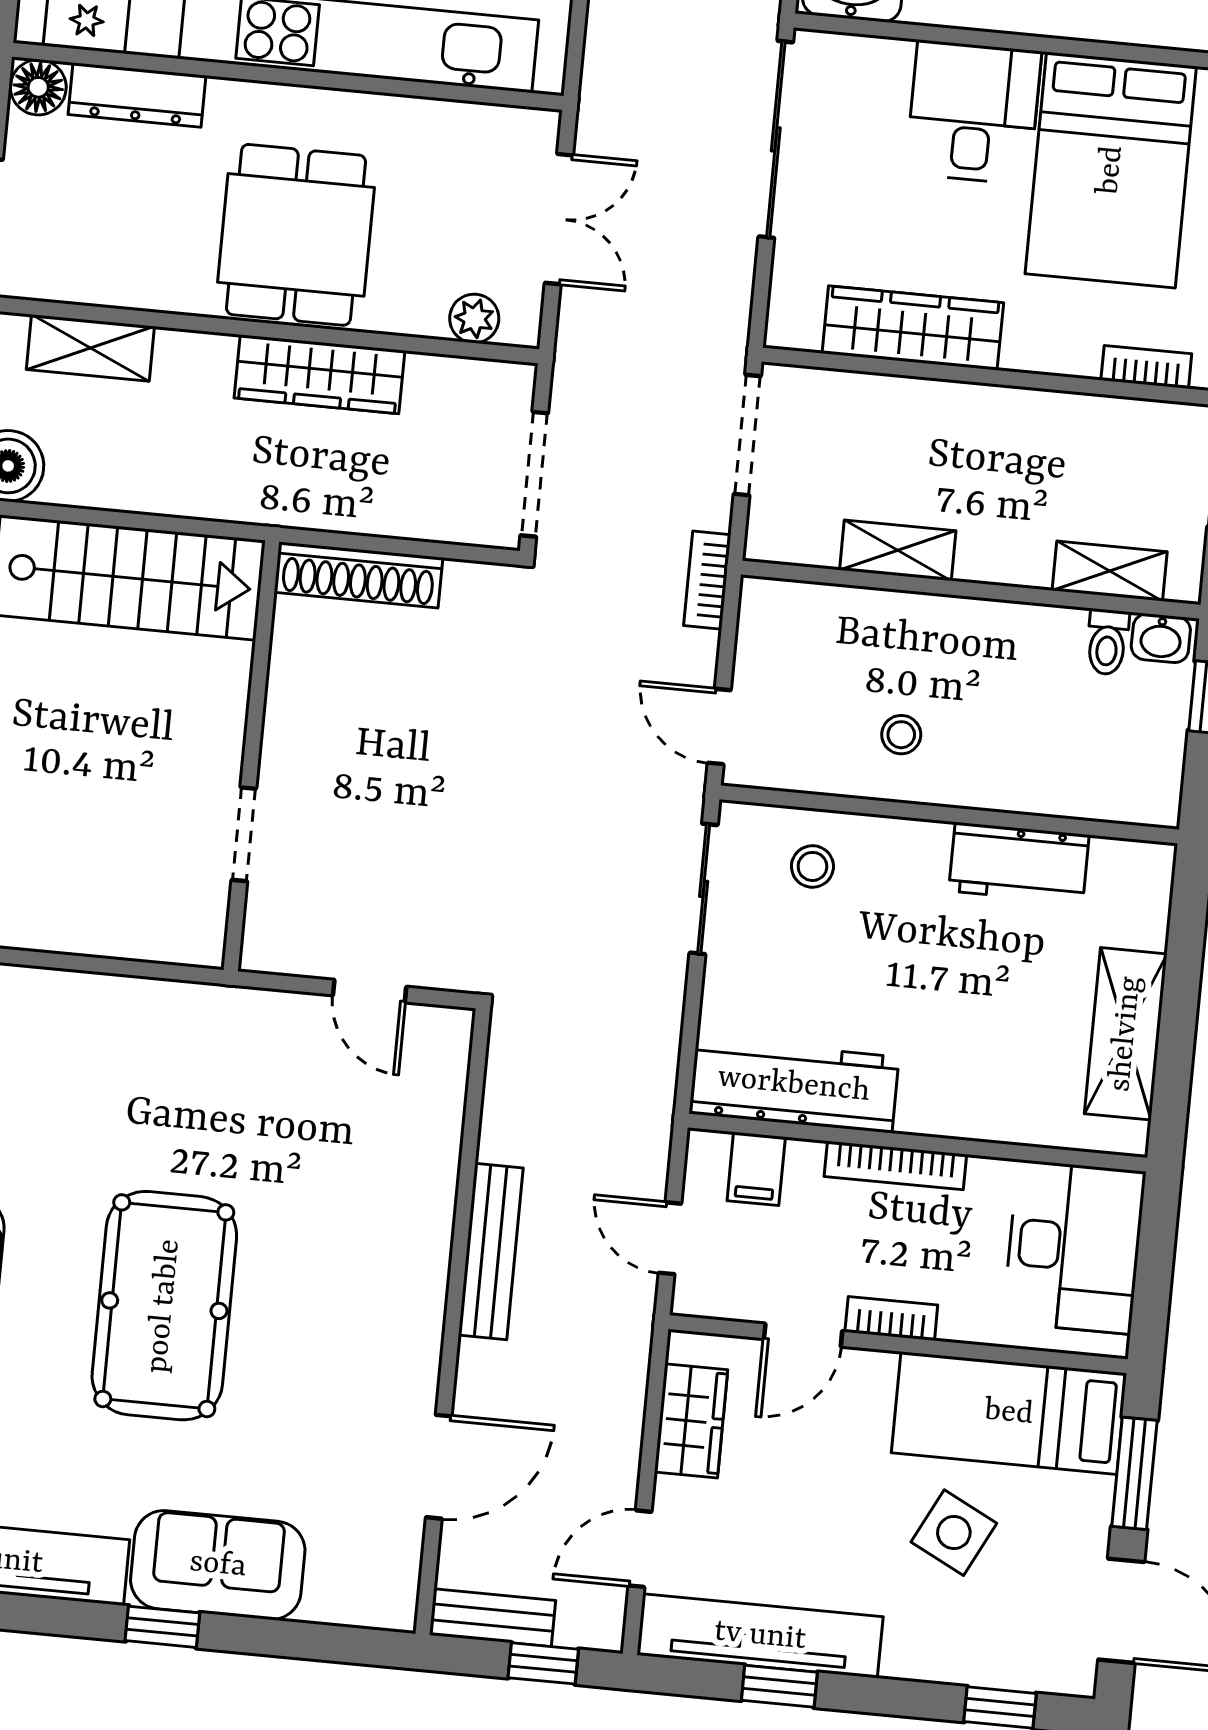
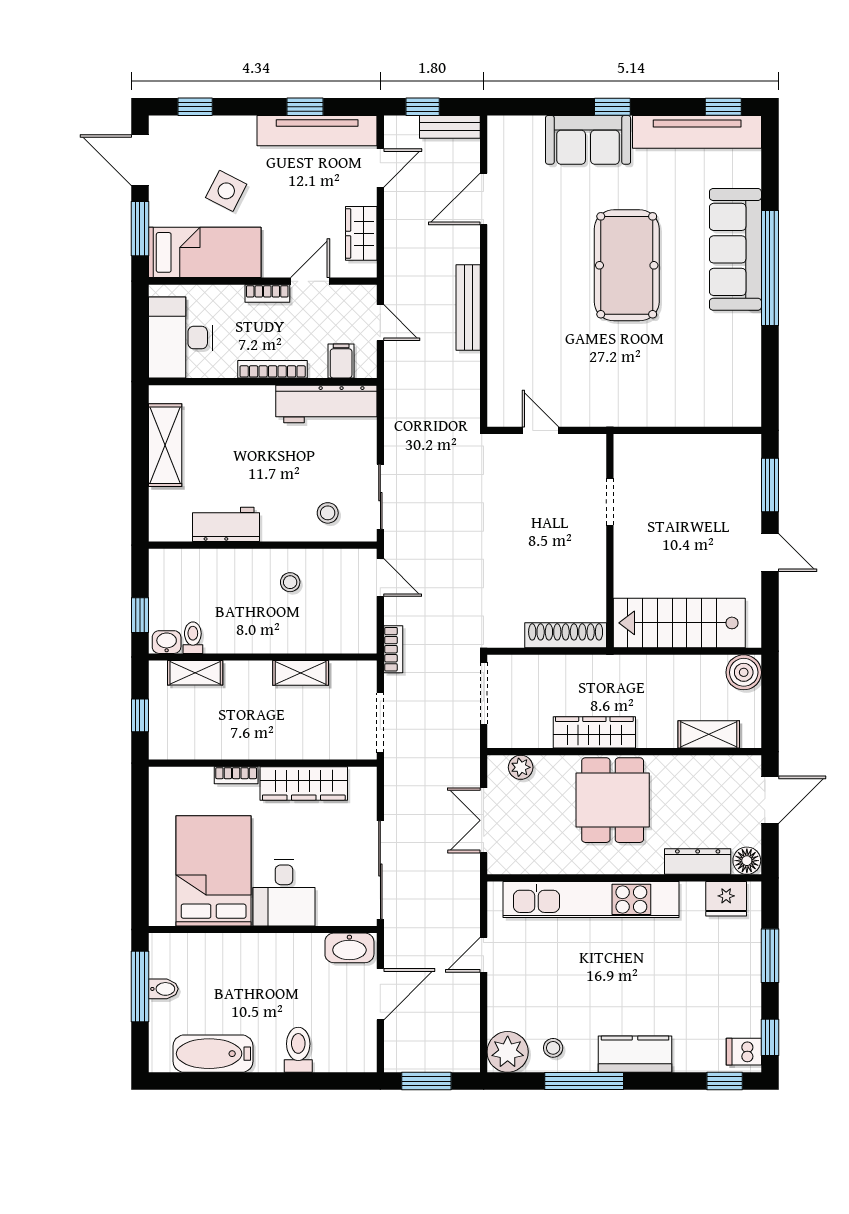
bookcase: (1146, 367) -> (236, 775), moved

